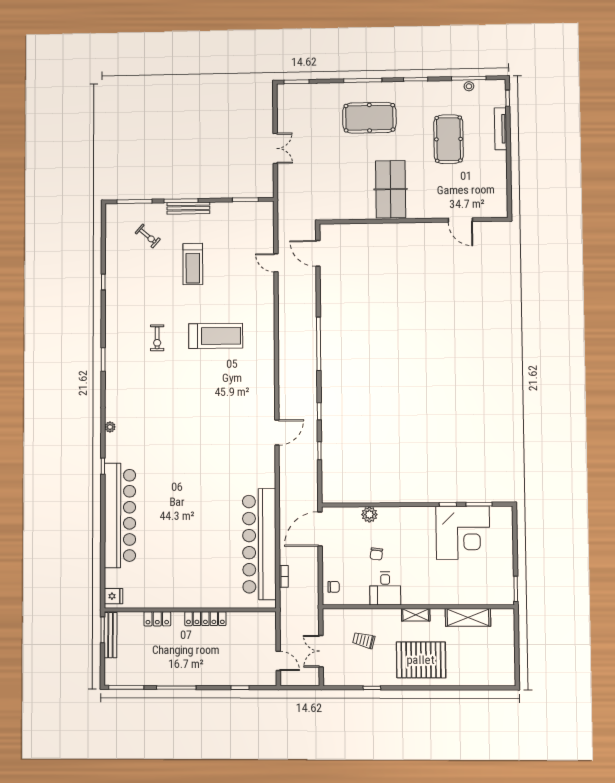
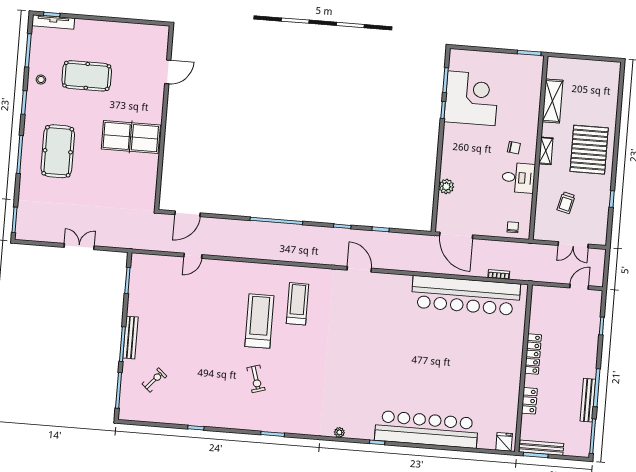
stool: (469, 86) -> (41, 80), moved
tv unit: (501, 129) -> (53, 22), moved
treadmill: (193, 264) -> (298, 304), moved, turned -90
exercise bike: (157, 338) -> (256, 379), turned 73
chair: (376, 554) -> (514, 148), moved
bench: (163, 679) -> (588, 400), added

